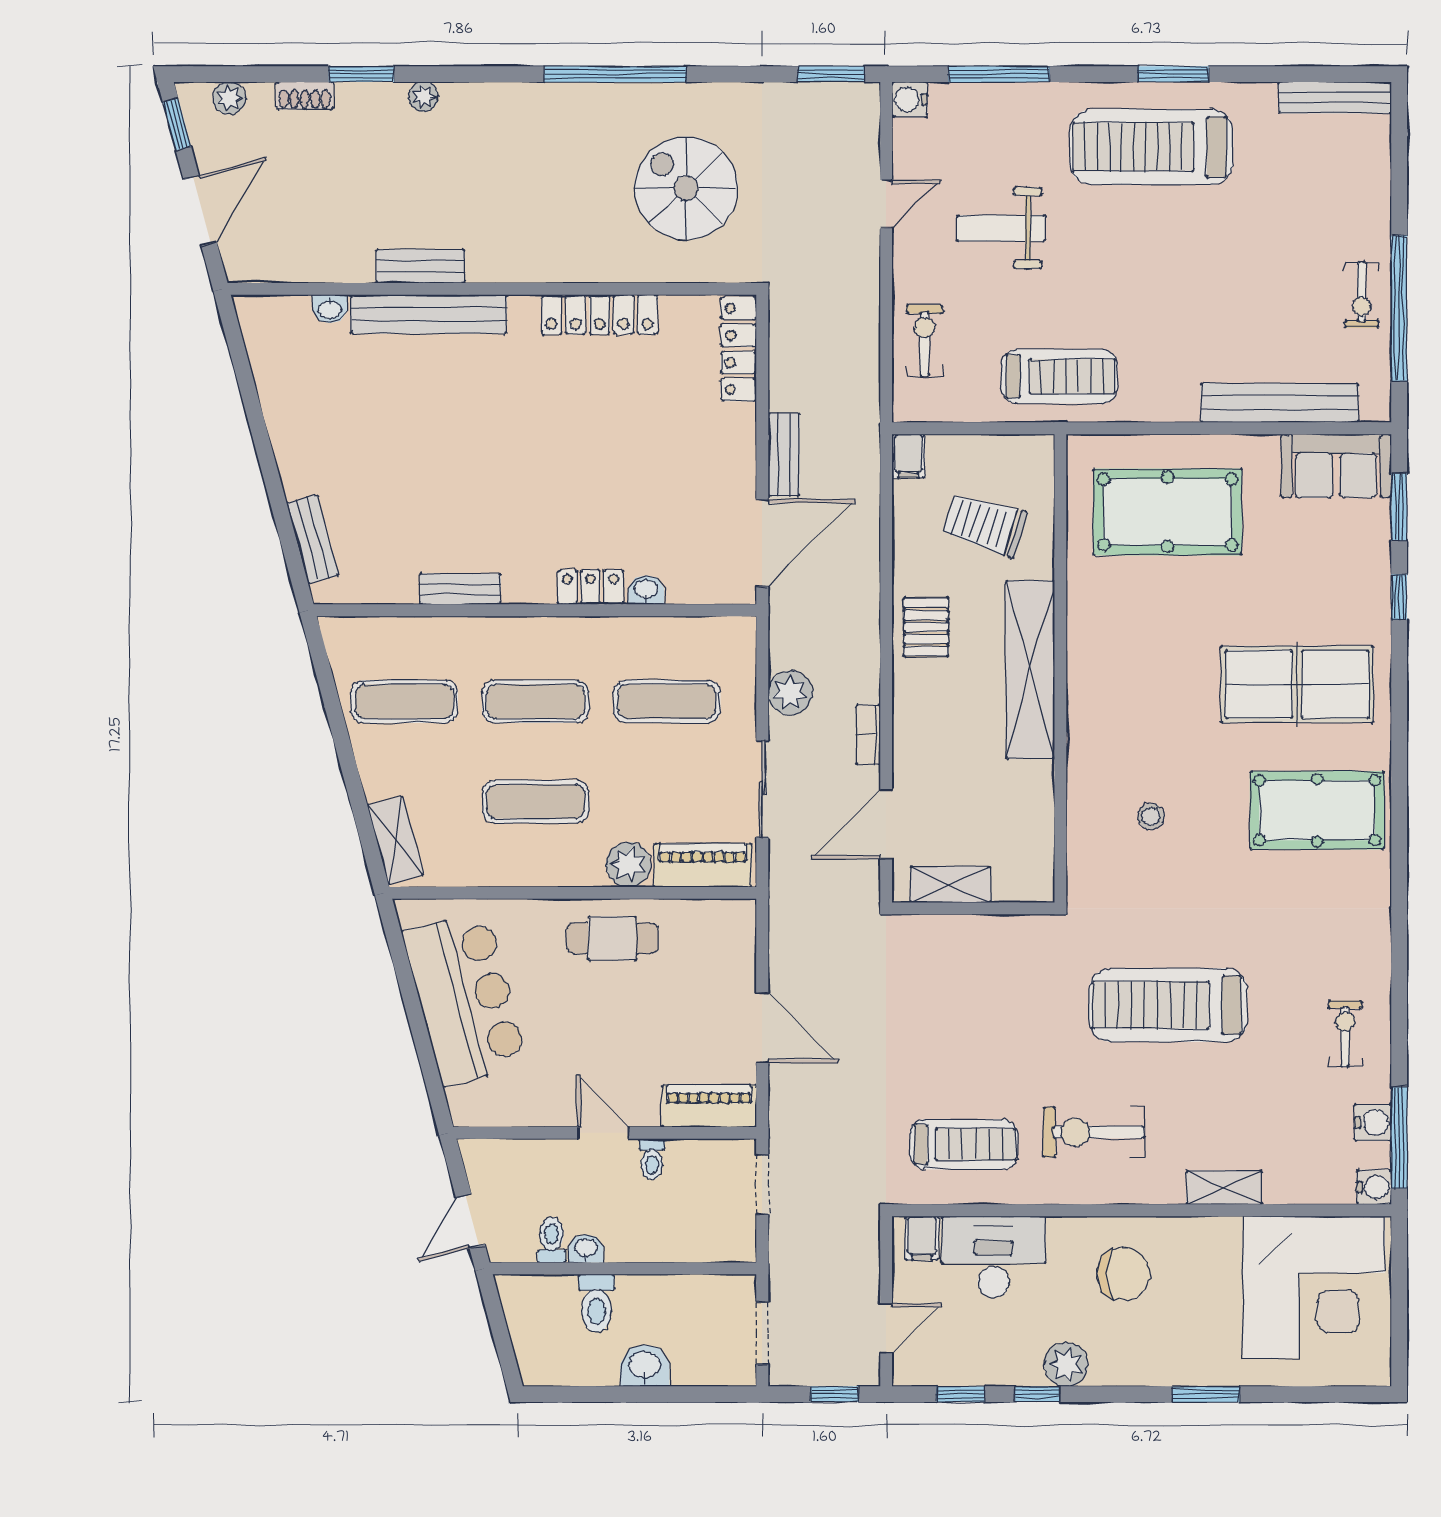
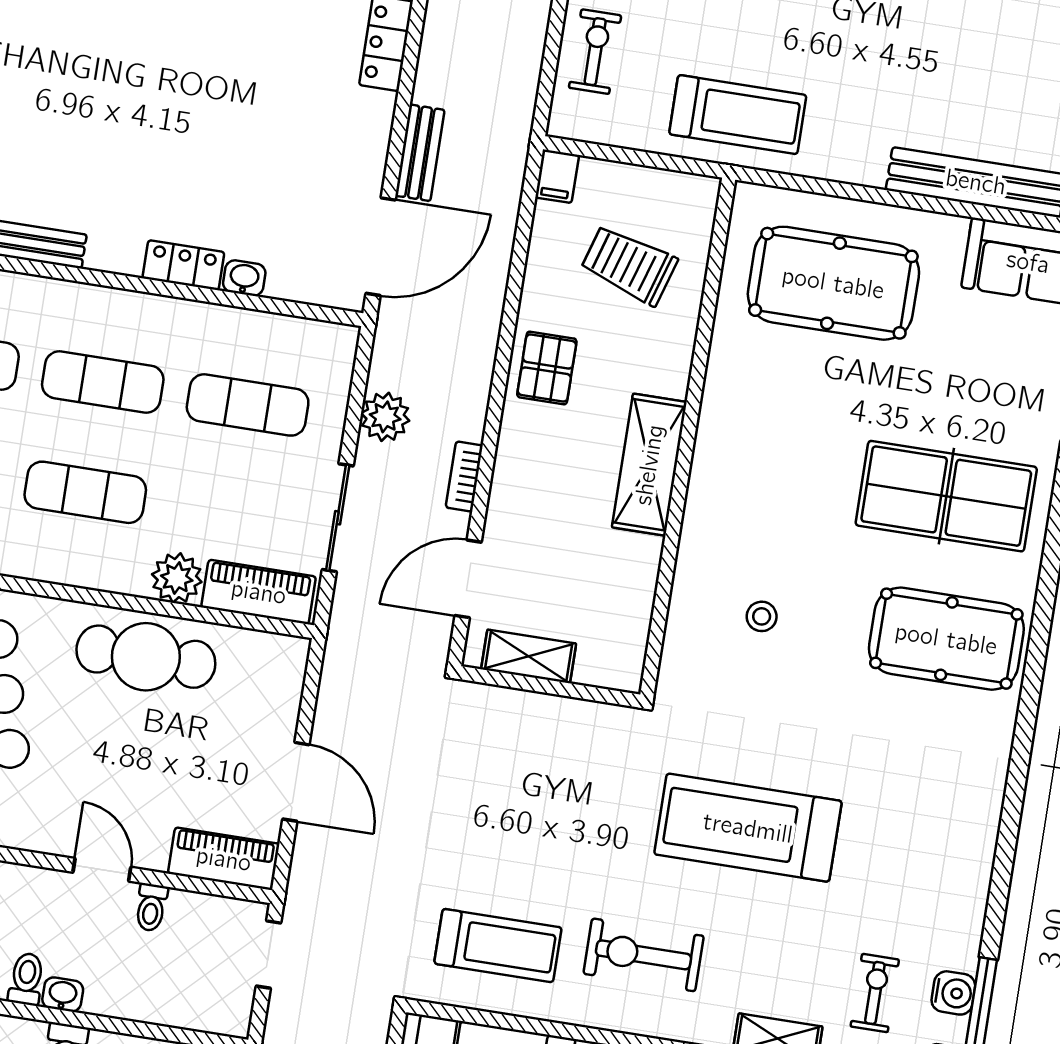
shelving: (1030, 670) -> (649, 465), width x0.68
cafe table: (612, 938) -> (146, 657), width x1.37, depth x1.35
exercise bike: (1345, 1034) -> (875, 993), moved

